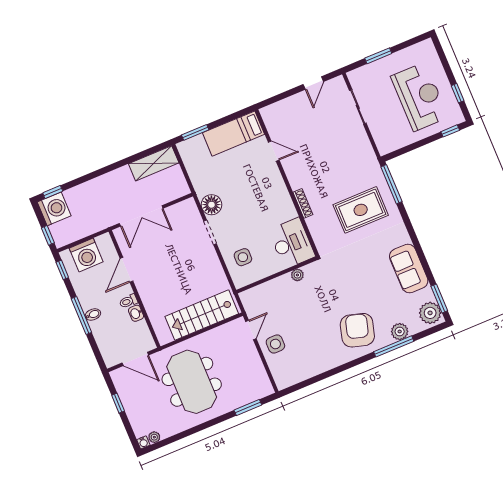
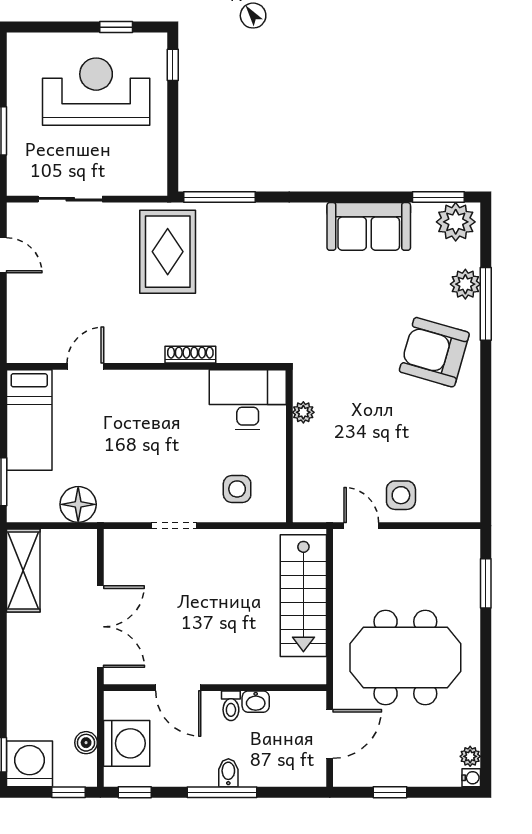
floor lamp: (212, 205) -> (78, 504), moved
rug: (361, 210) -> (168, 252), moved
boiler: (78, 234) -> (86, 743), added

